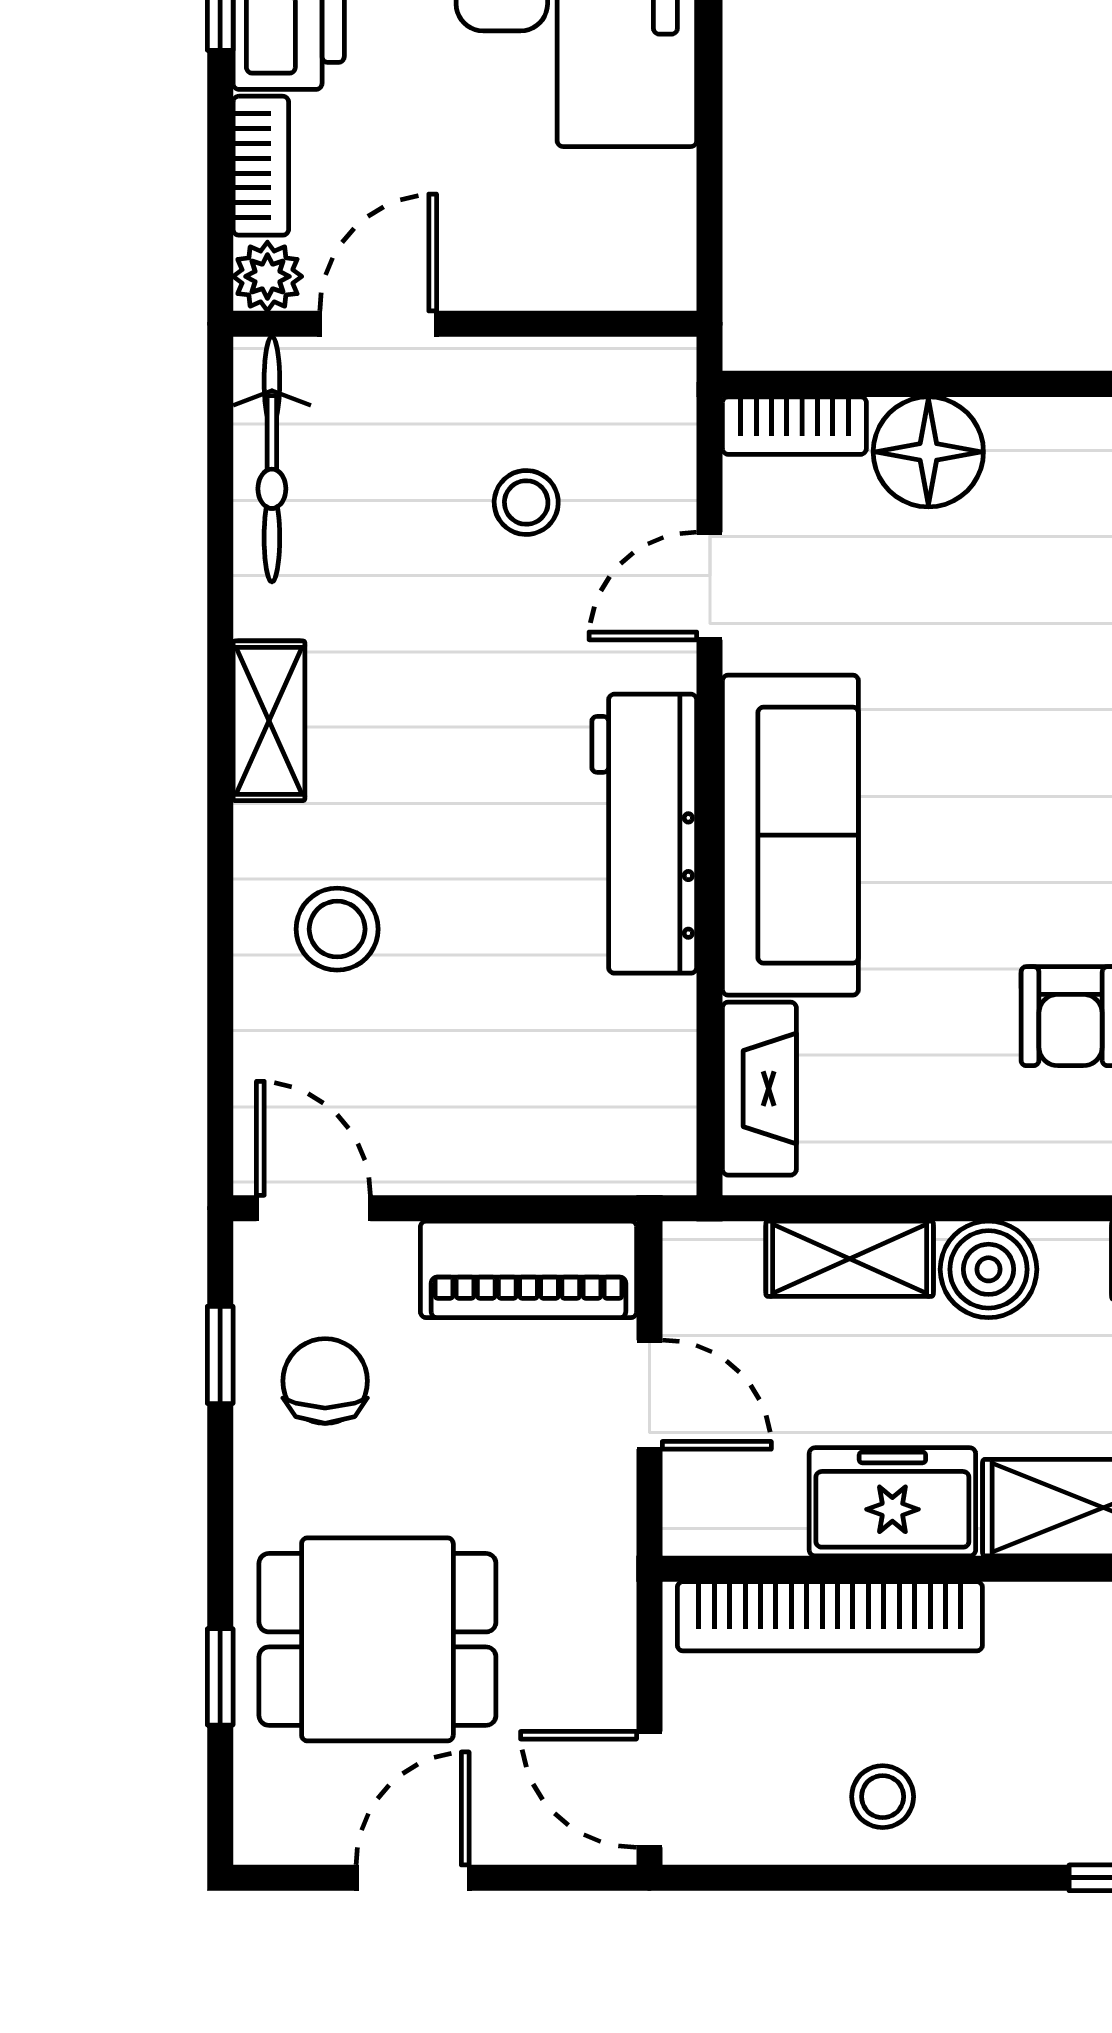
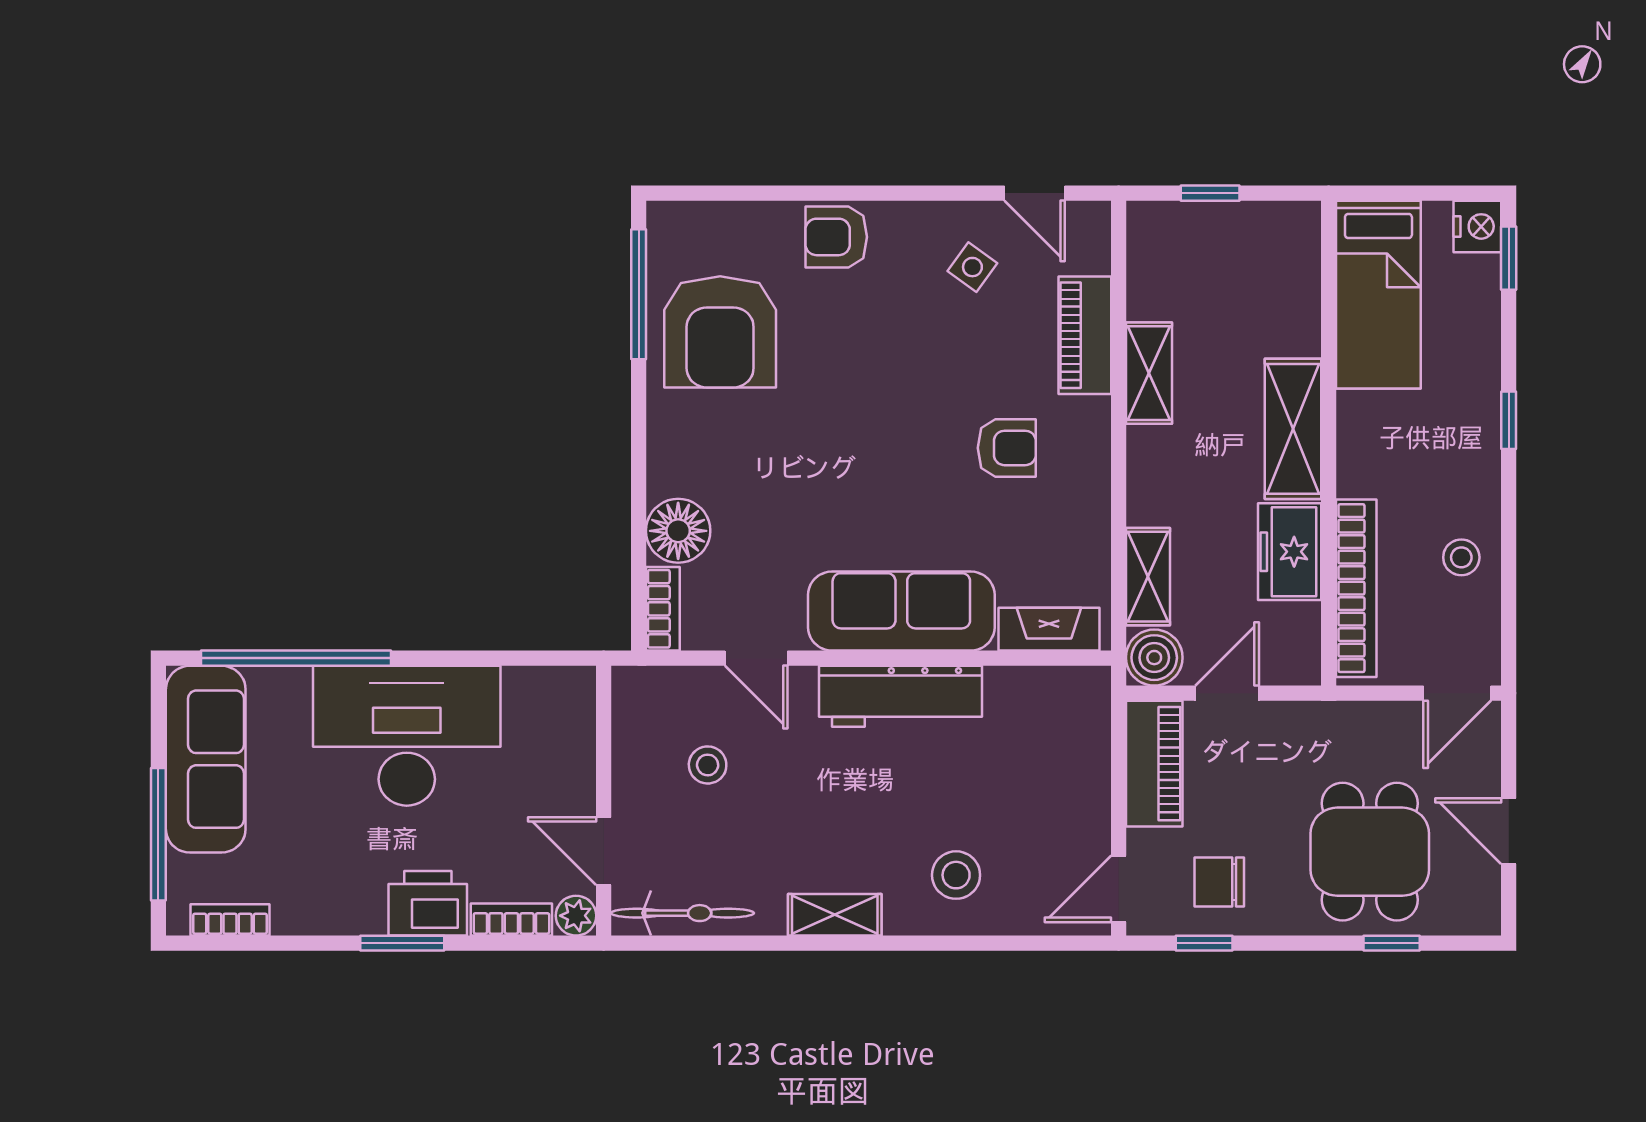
boiler: (989, 1269) -> (1154, 658), moved

